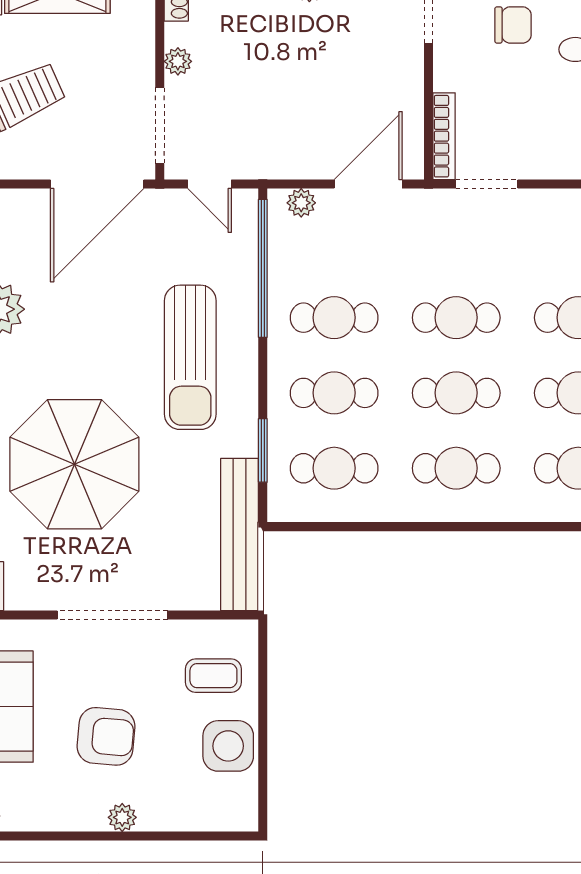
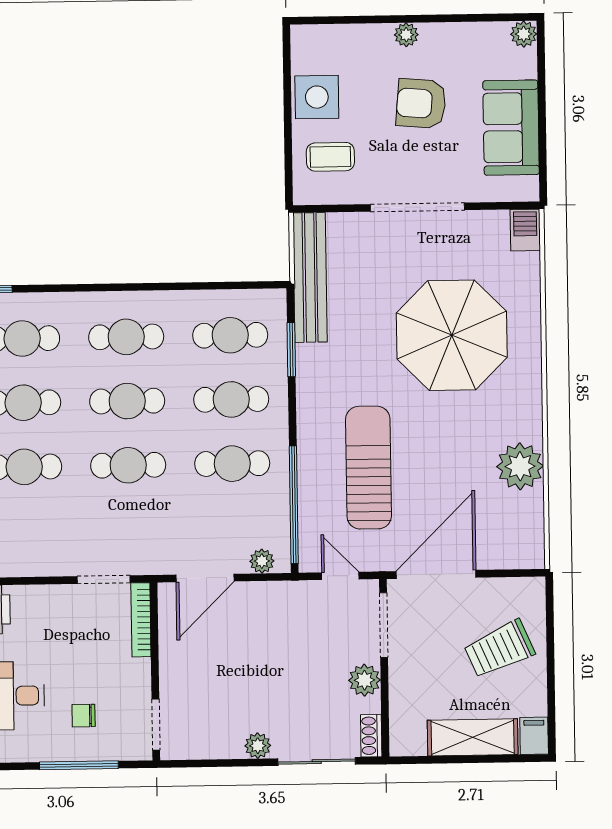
chair: (513, 25) -> (84, 716), width x0.73, depth x0.73
plant: (178, 61) -> (364, 680), width x1.38, depth x1.38
sun lounger: (190, 357) -> (368, 468), moved

